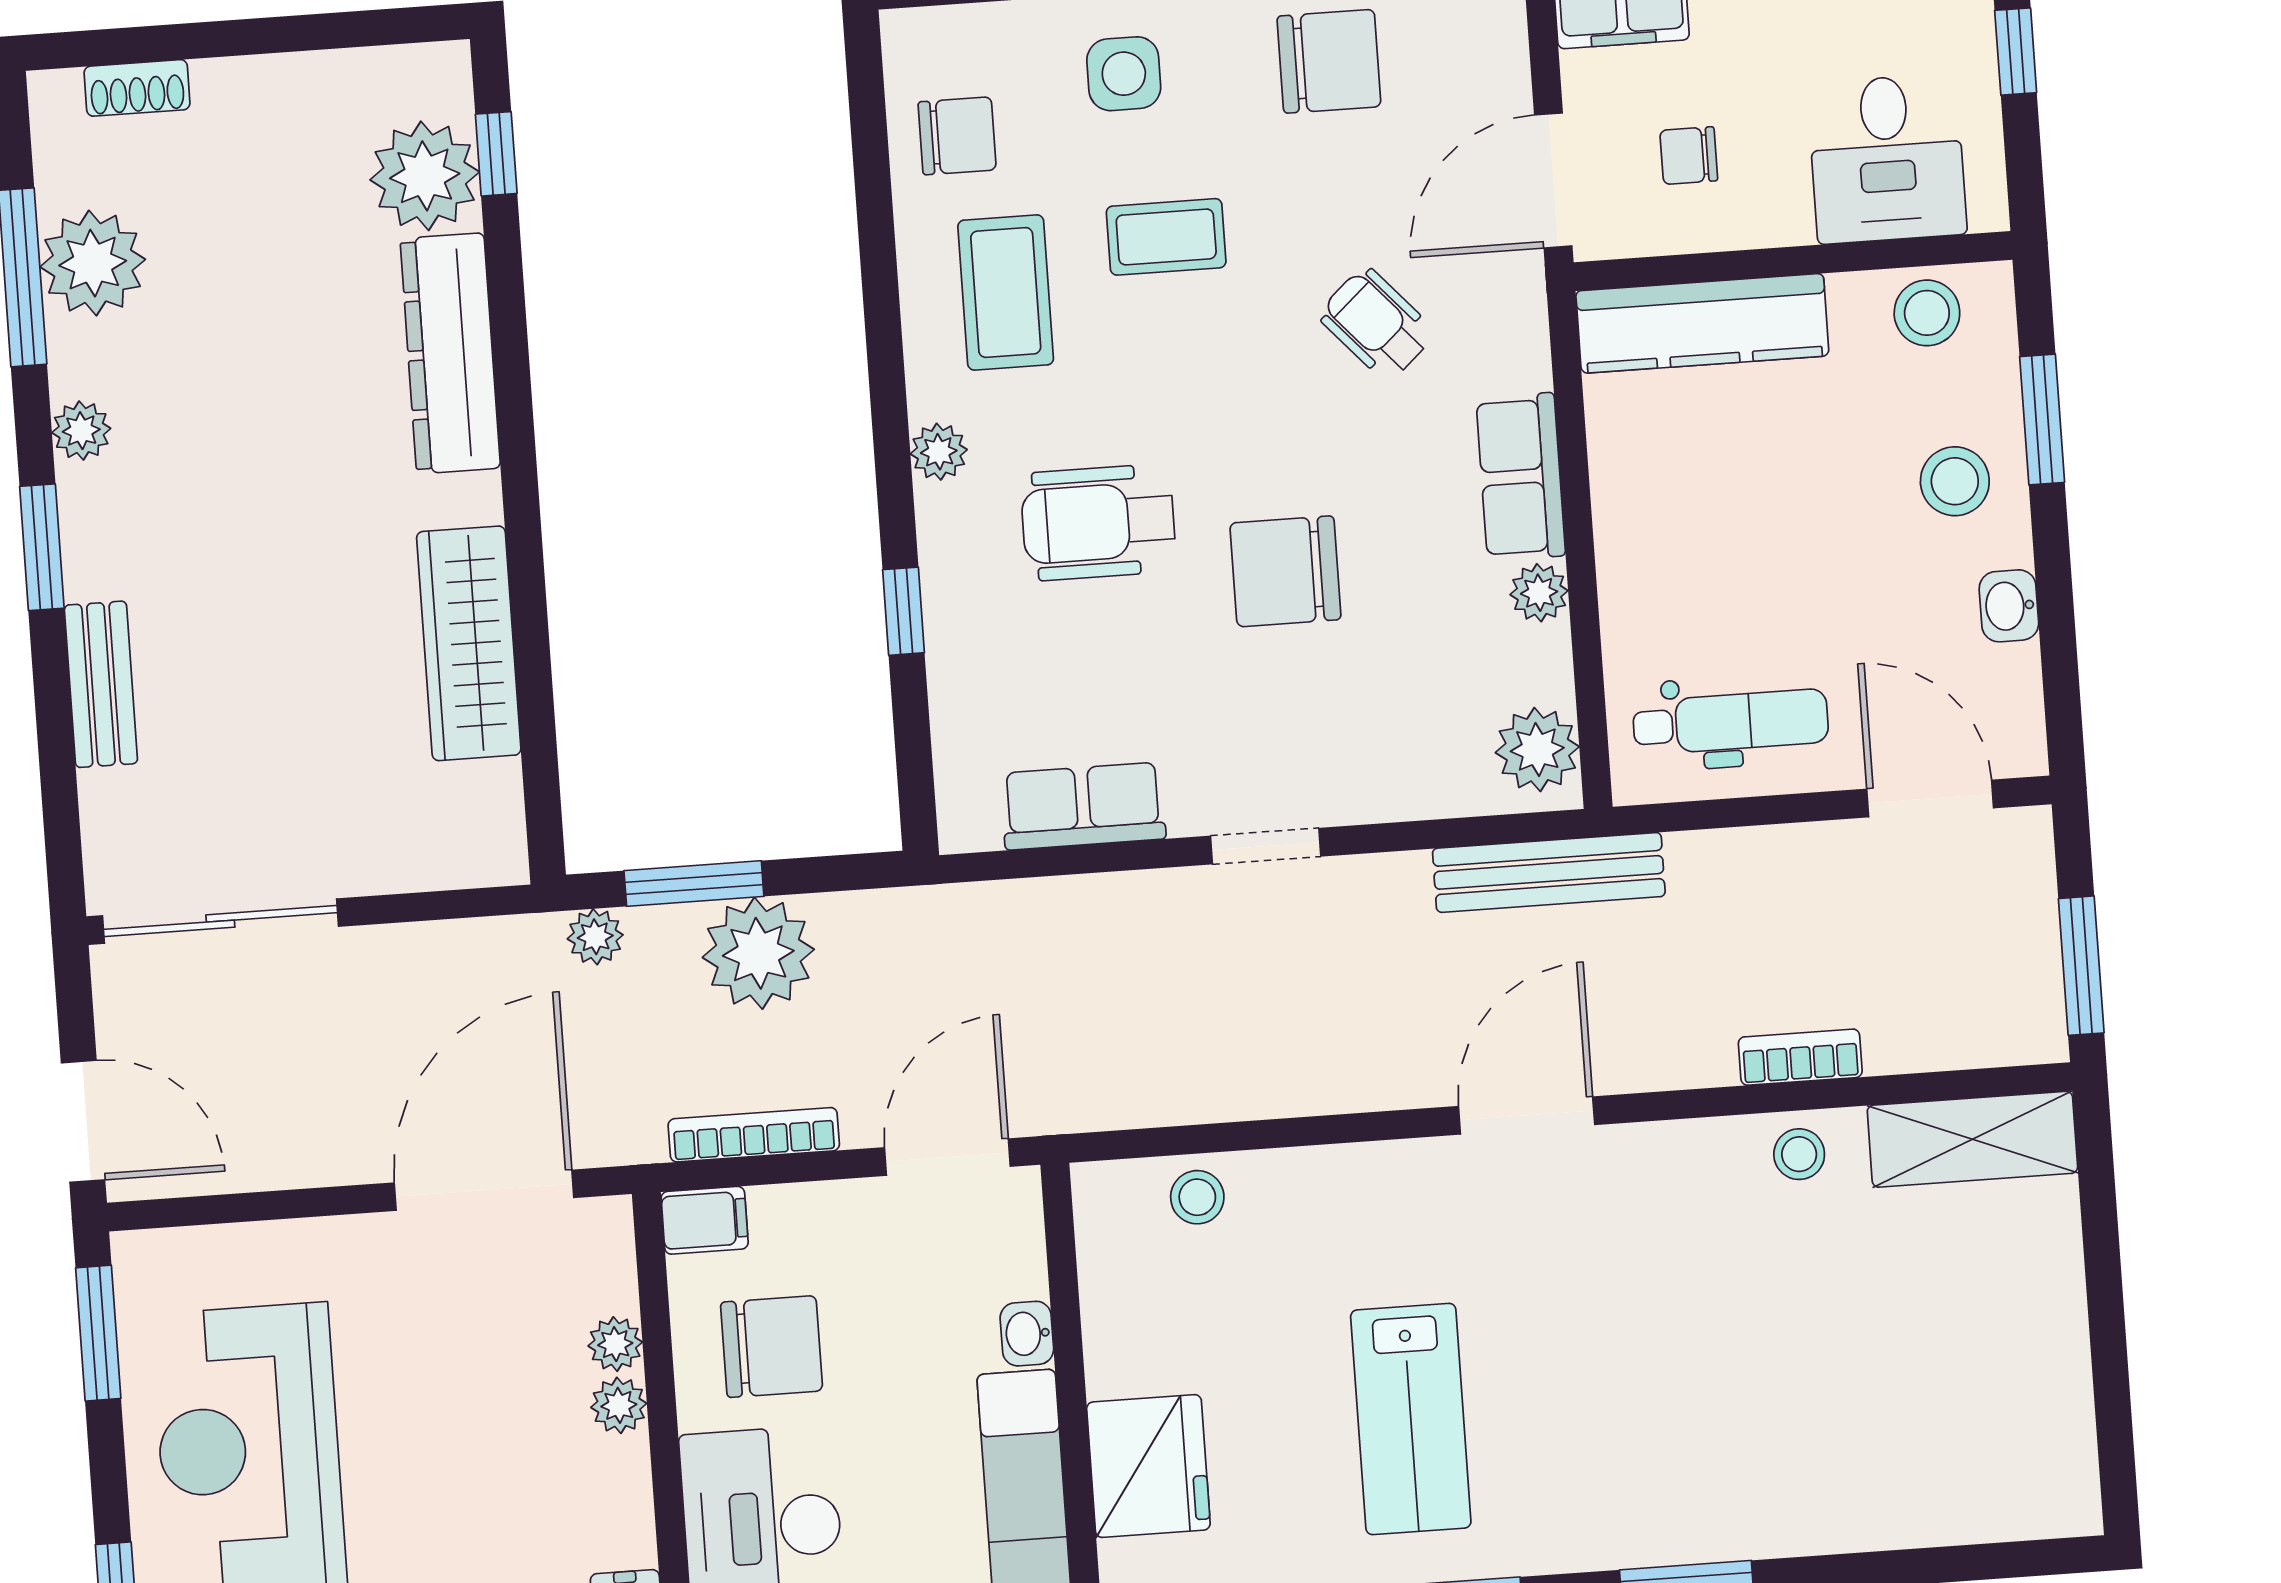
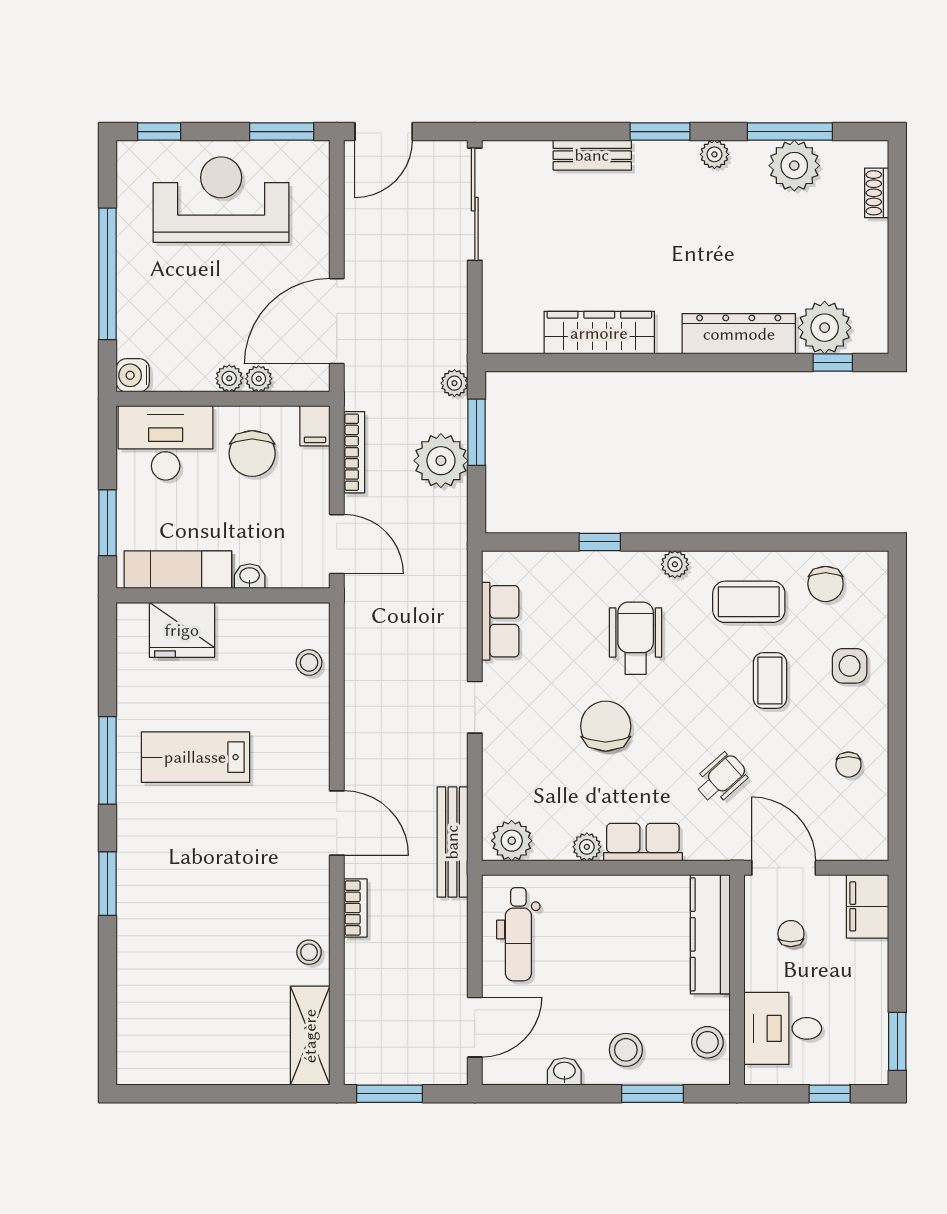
chair: (1329, 61) -> (848, 765), width x0.54, depth x0.54
bookcase: (1800, 1057) -> (355, 908), moved
door: (484, 1190) -> (337, 321), swing flipped

